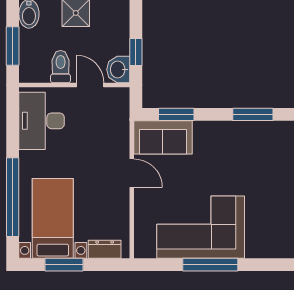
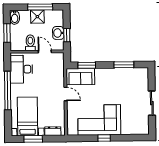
washbasin: (118, 70) -> (58, 33), moved
window: (13, 197) -> (8, 91), moved
window: (210, 265) -> (104, 138), width x0.46

